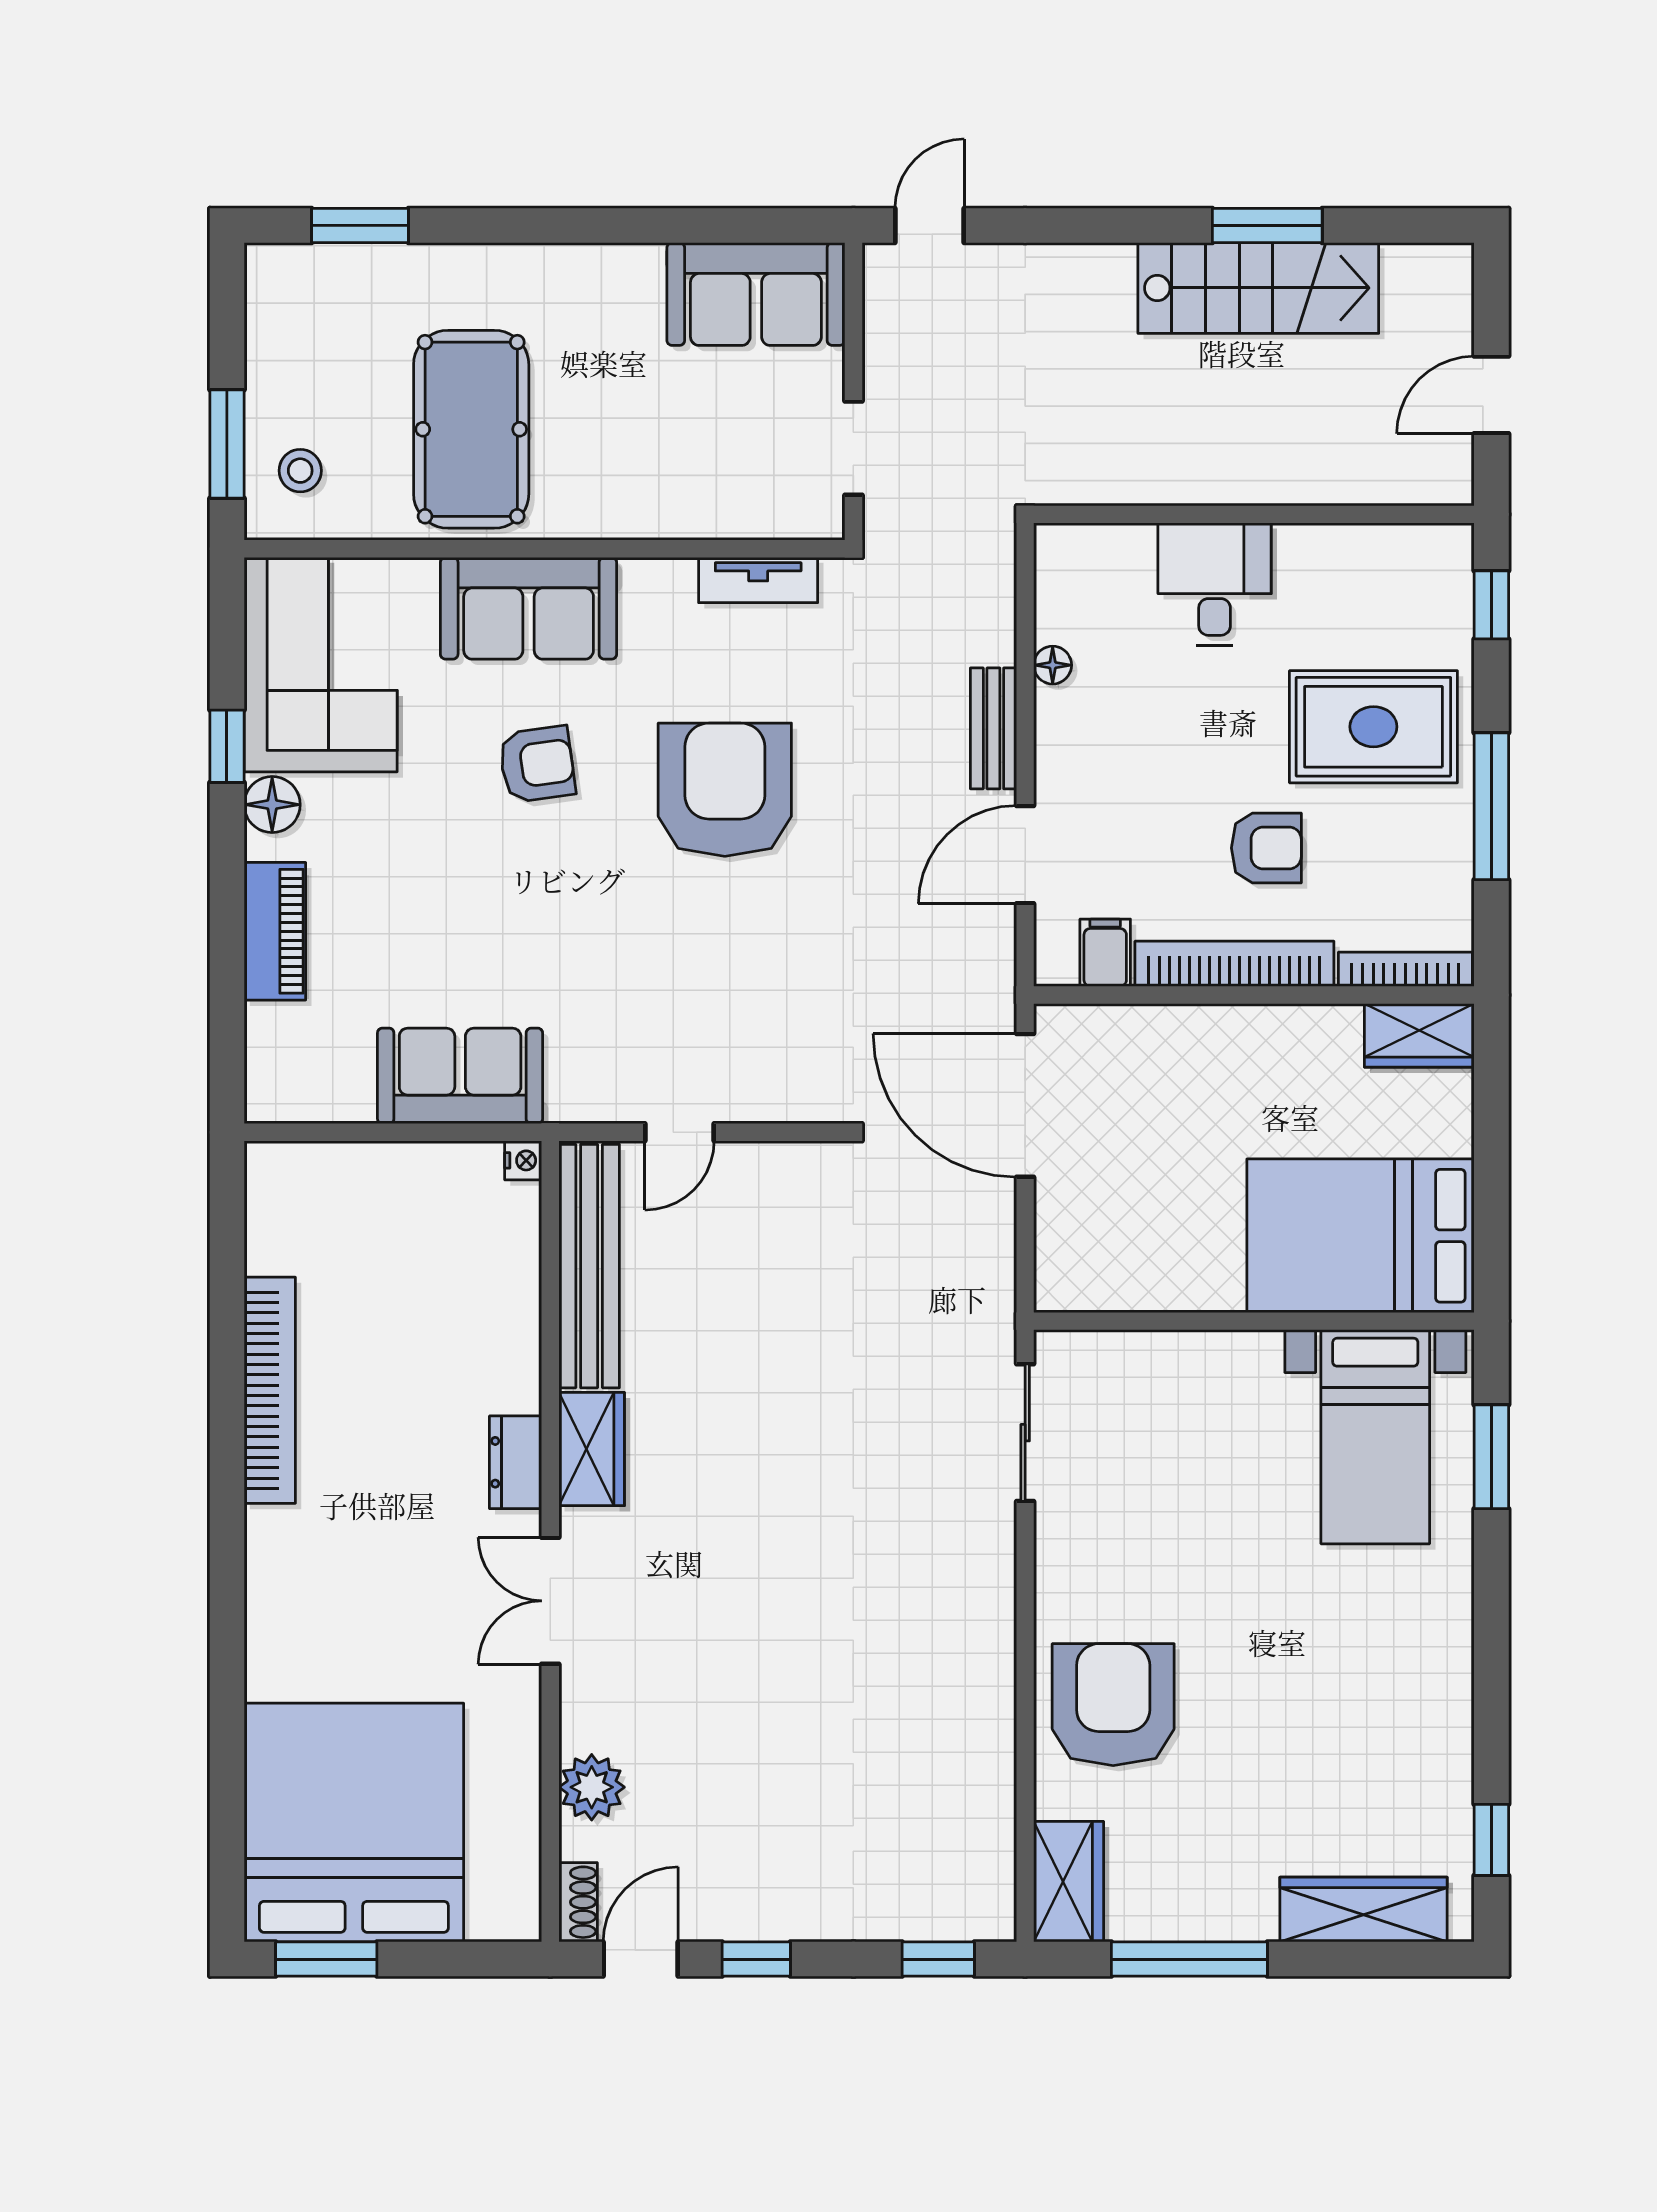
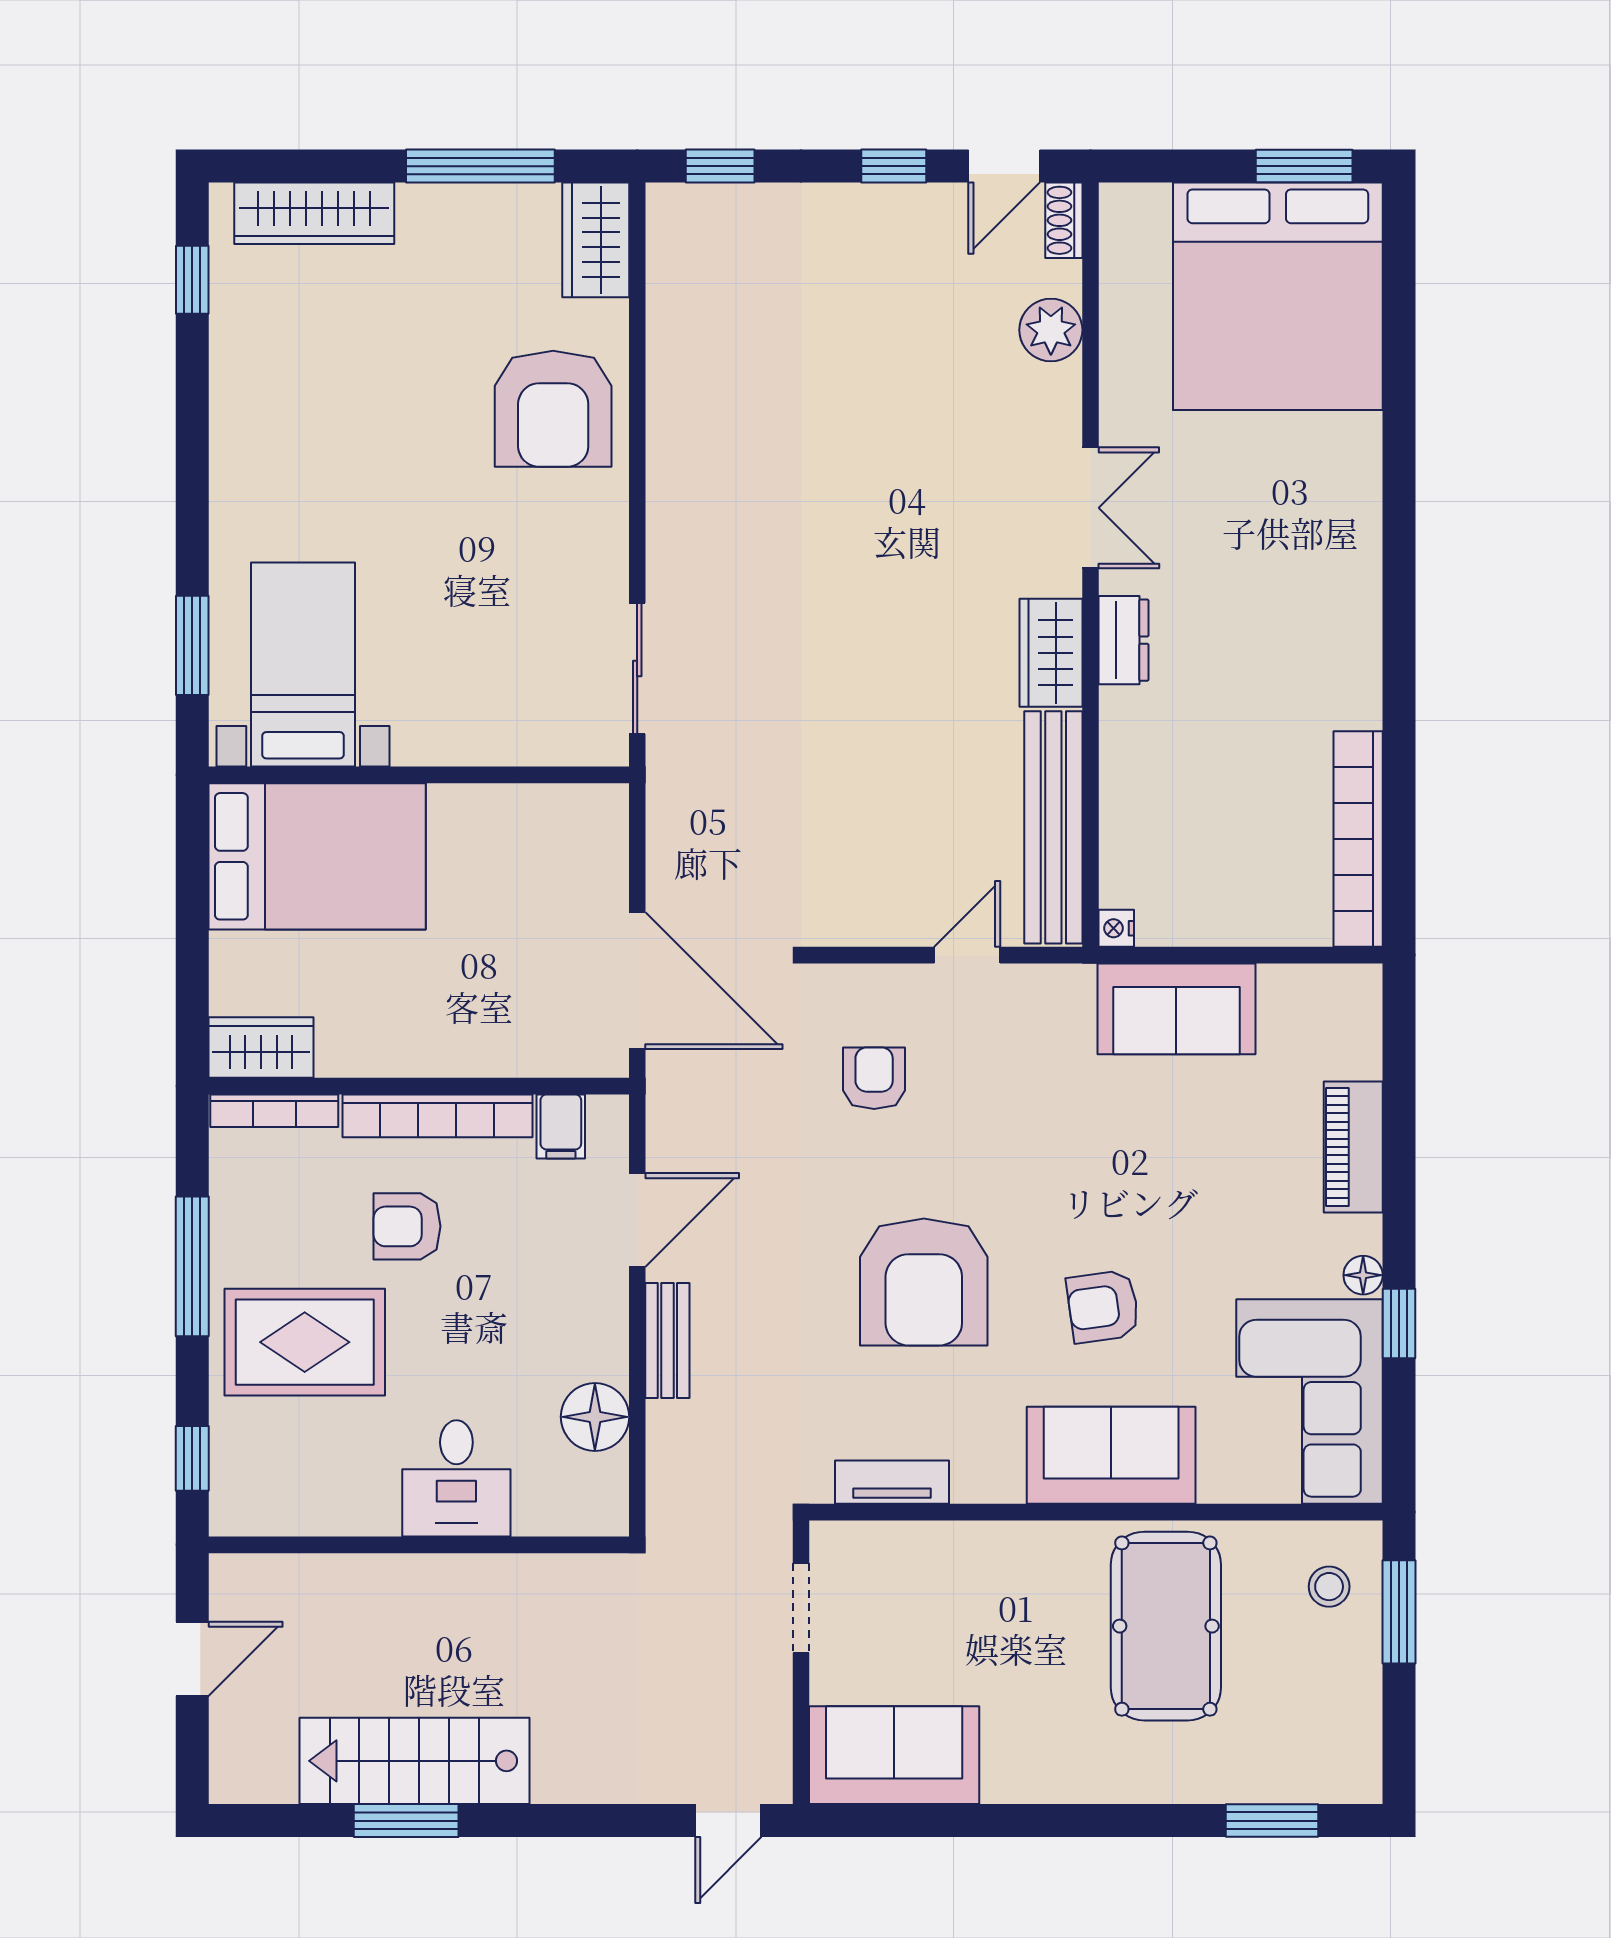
floor lamp: (1053, 665) -> (595, 1417), width x1.89, depth x1.89
floor lamp: (272, 805) -> (1363, 1275), width x0.73, depth x0.73
armchair: (777, 1003) -> (874, 1078), added
bookcase: (270, 1390) -> (1358, 839), moved

